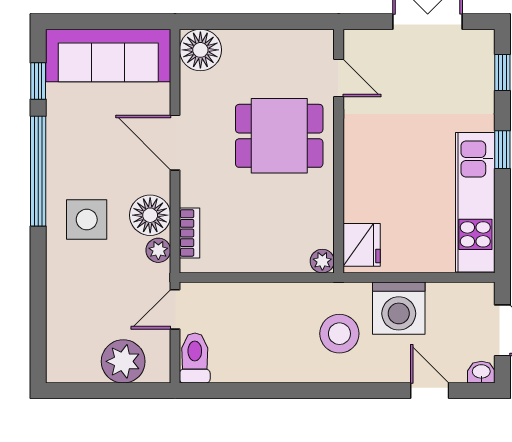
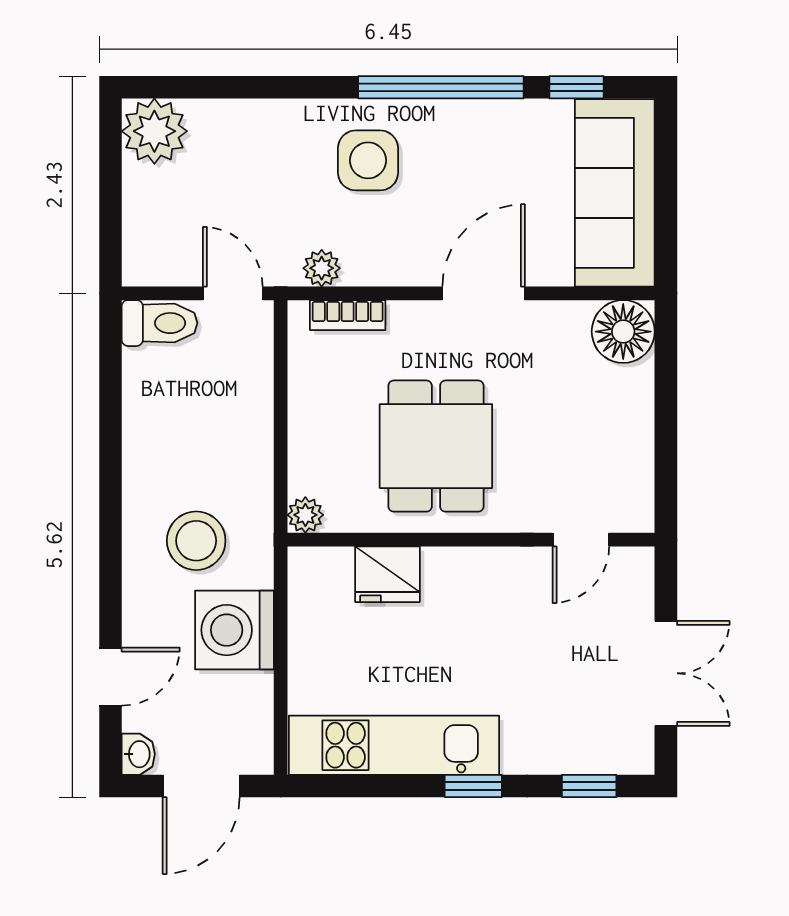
dining table: (279, 136) -> (436, 446), moved
floor lamp: (150, 215) -> (374, 256), removed
fridge: (362, 245) -> (387, 574), moved
plant: (123, 361) -> (154, 131), moved

